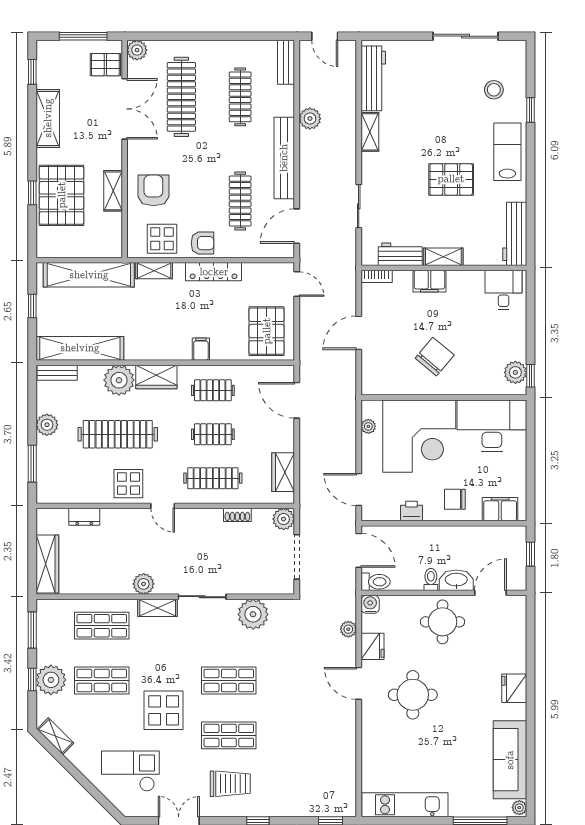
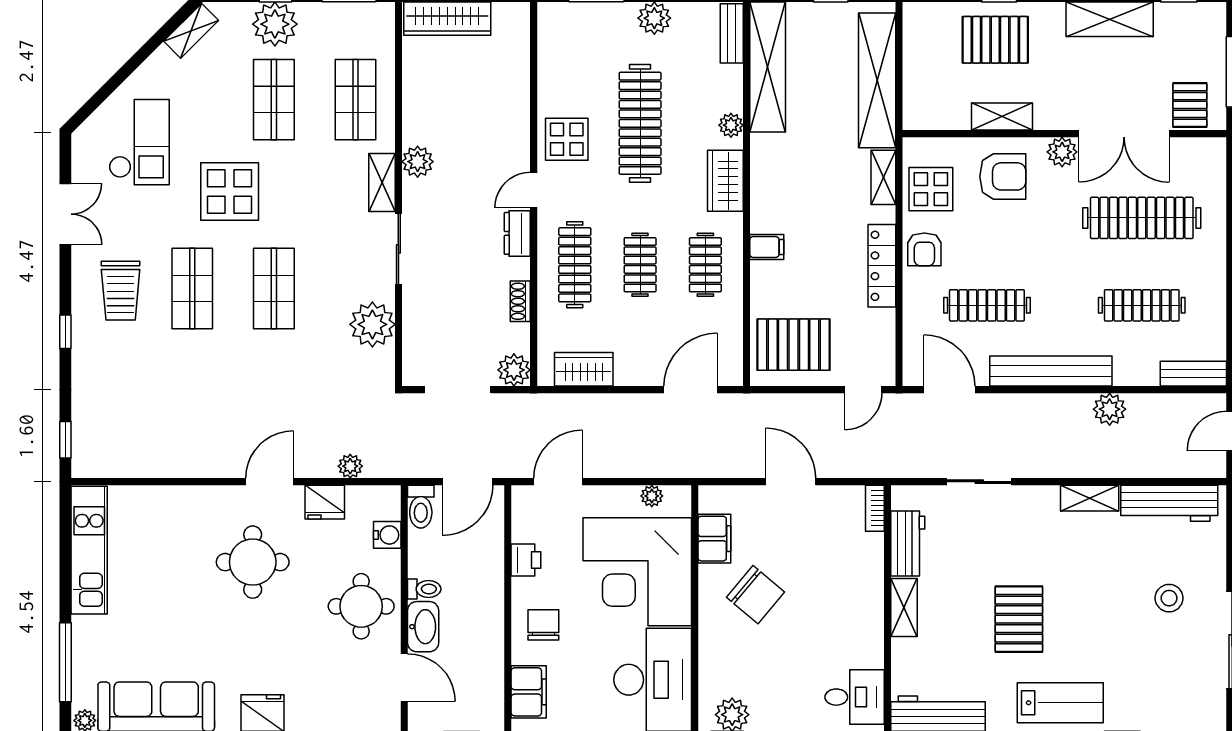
plant: (137, 50) -> (1062, 152), moved
stool: (494, 90) -> (1169, 598), moved
pallet: (62, 195) -> (995, 40), width x0.73, depth x0.71
filing cabinet: (429, 281) -> (714, 539), moved, turned 180
plant: (119, 380) -> (731, 125), width x0.53, depth x0.53
dresser: (84, 517) -> (517, 233), moved
water cooler: (370, 604) -> (387, 535), moved

